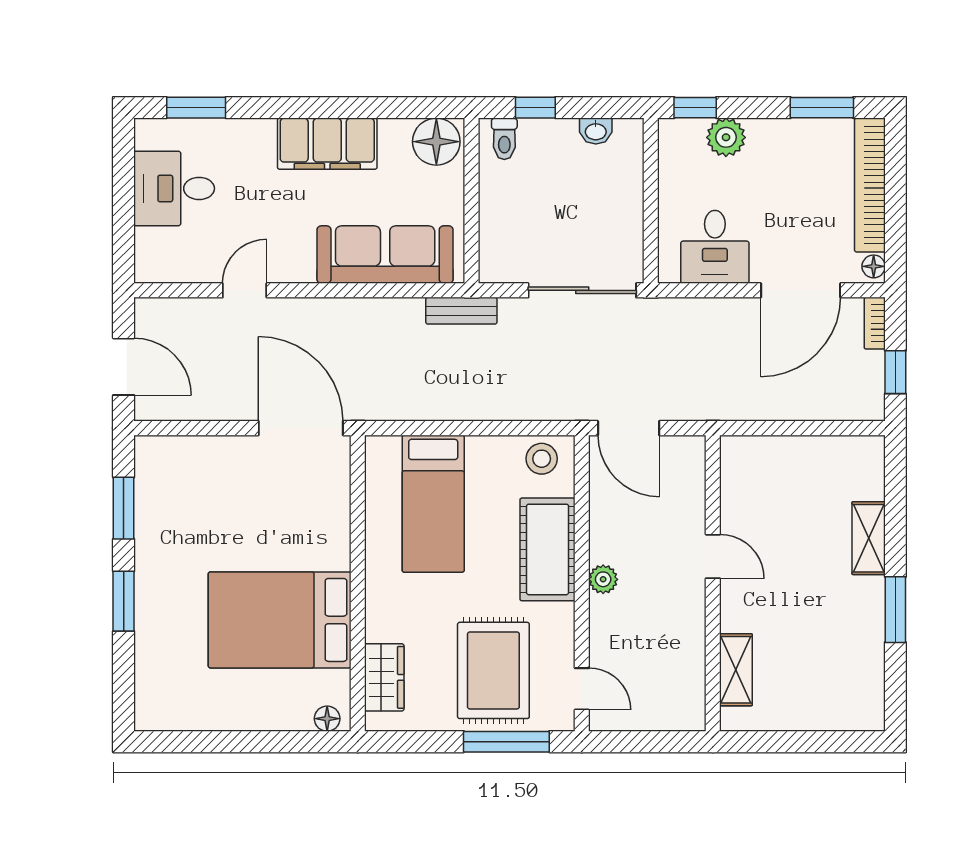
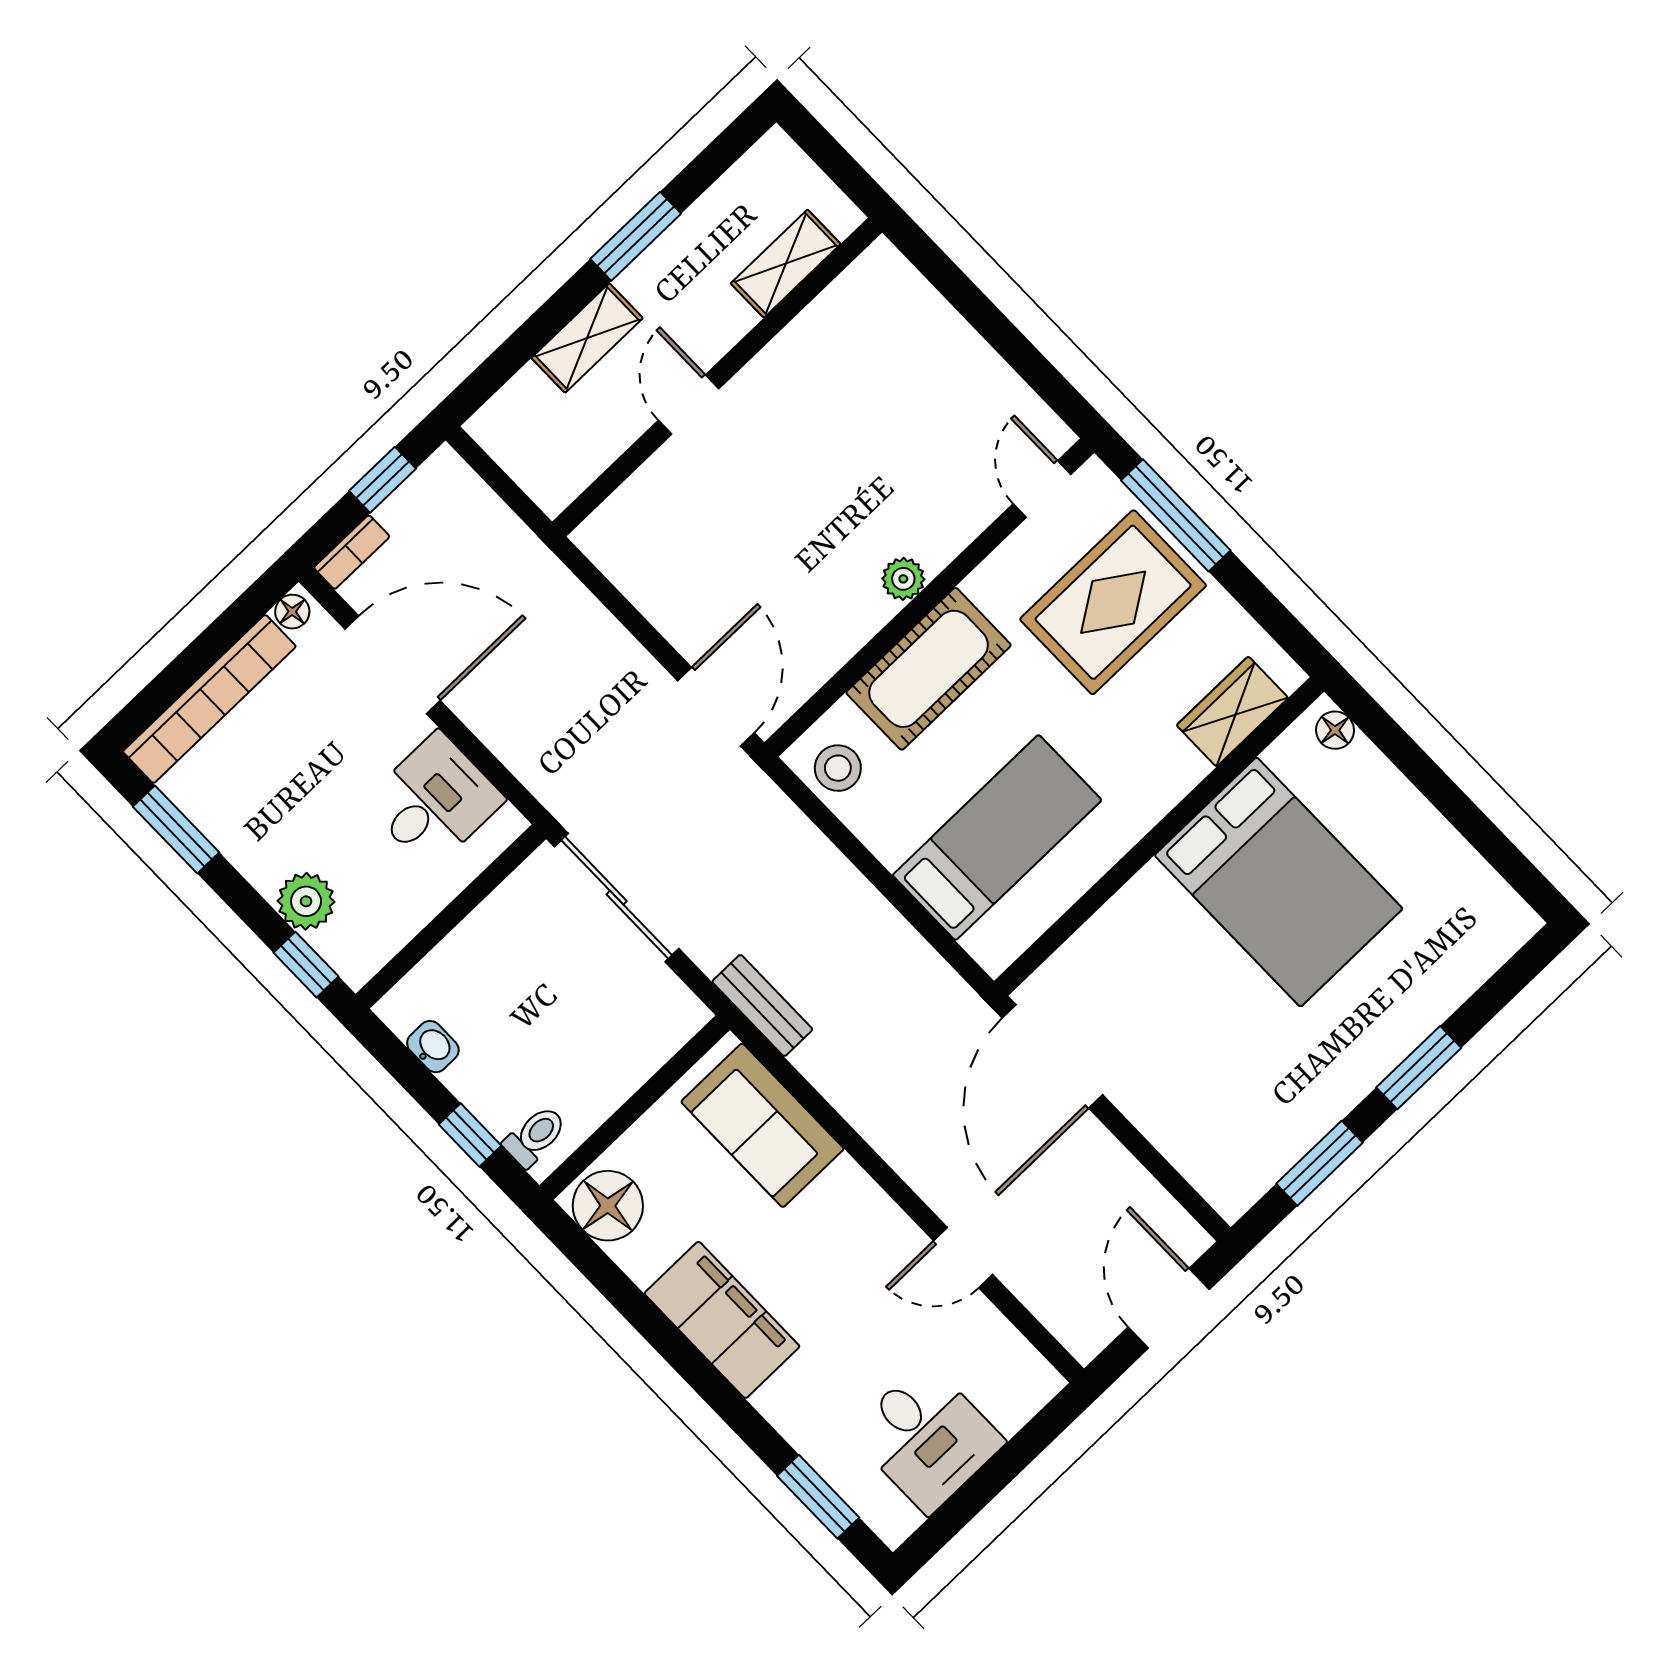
sofa: (385, 255) -> (762, 1125), width x0.73
door: (713, 556) -> (689, 405), moved
wall: (713, 583) -> (717, 377), moved
shelving: (736, 670) -> (786, 264), moved

